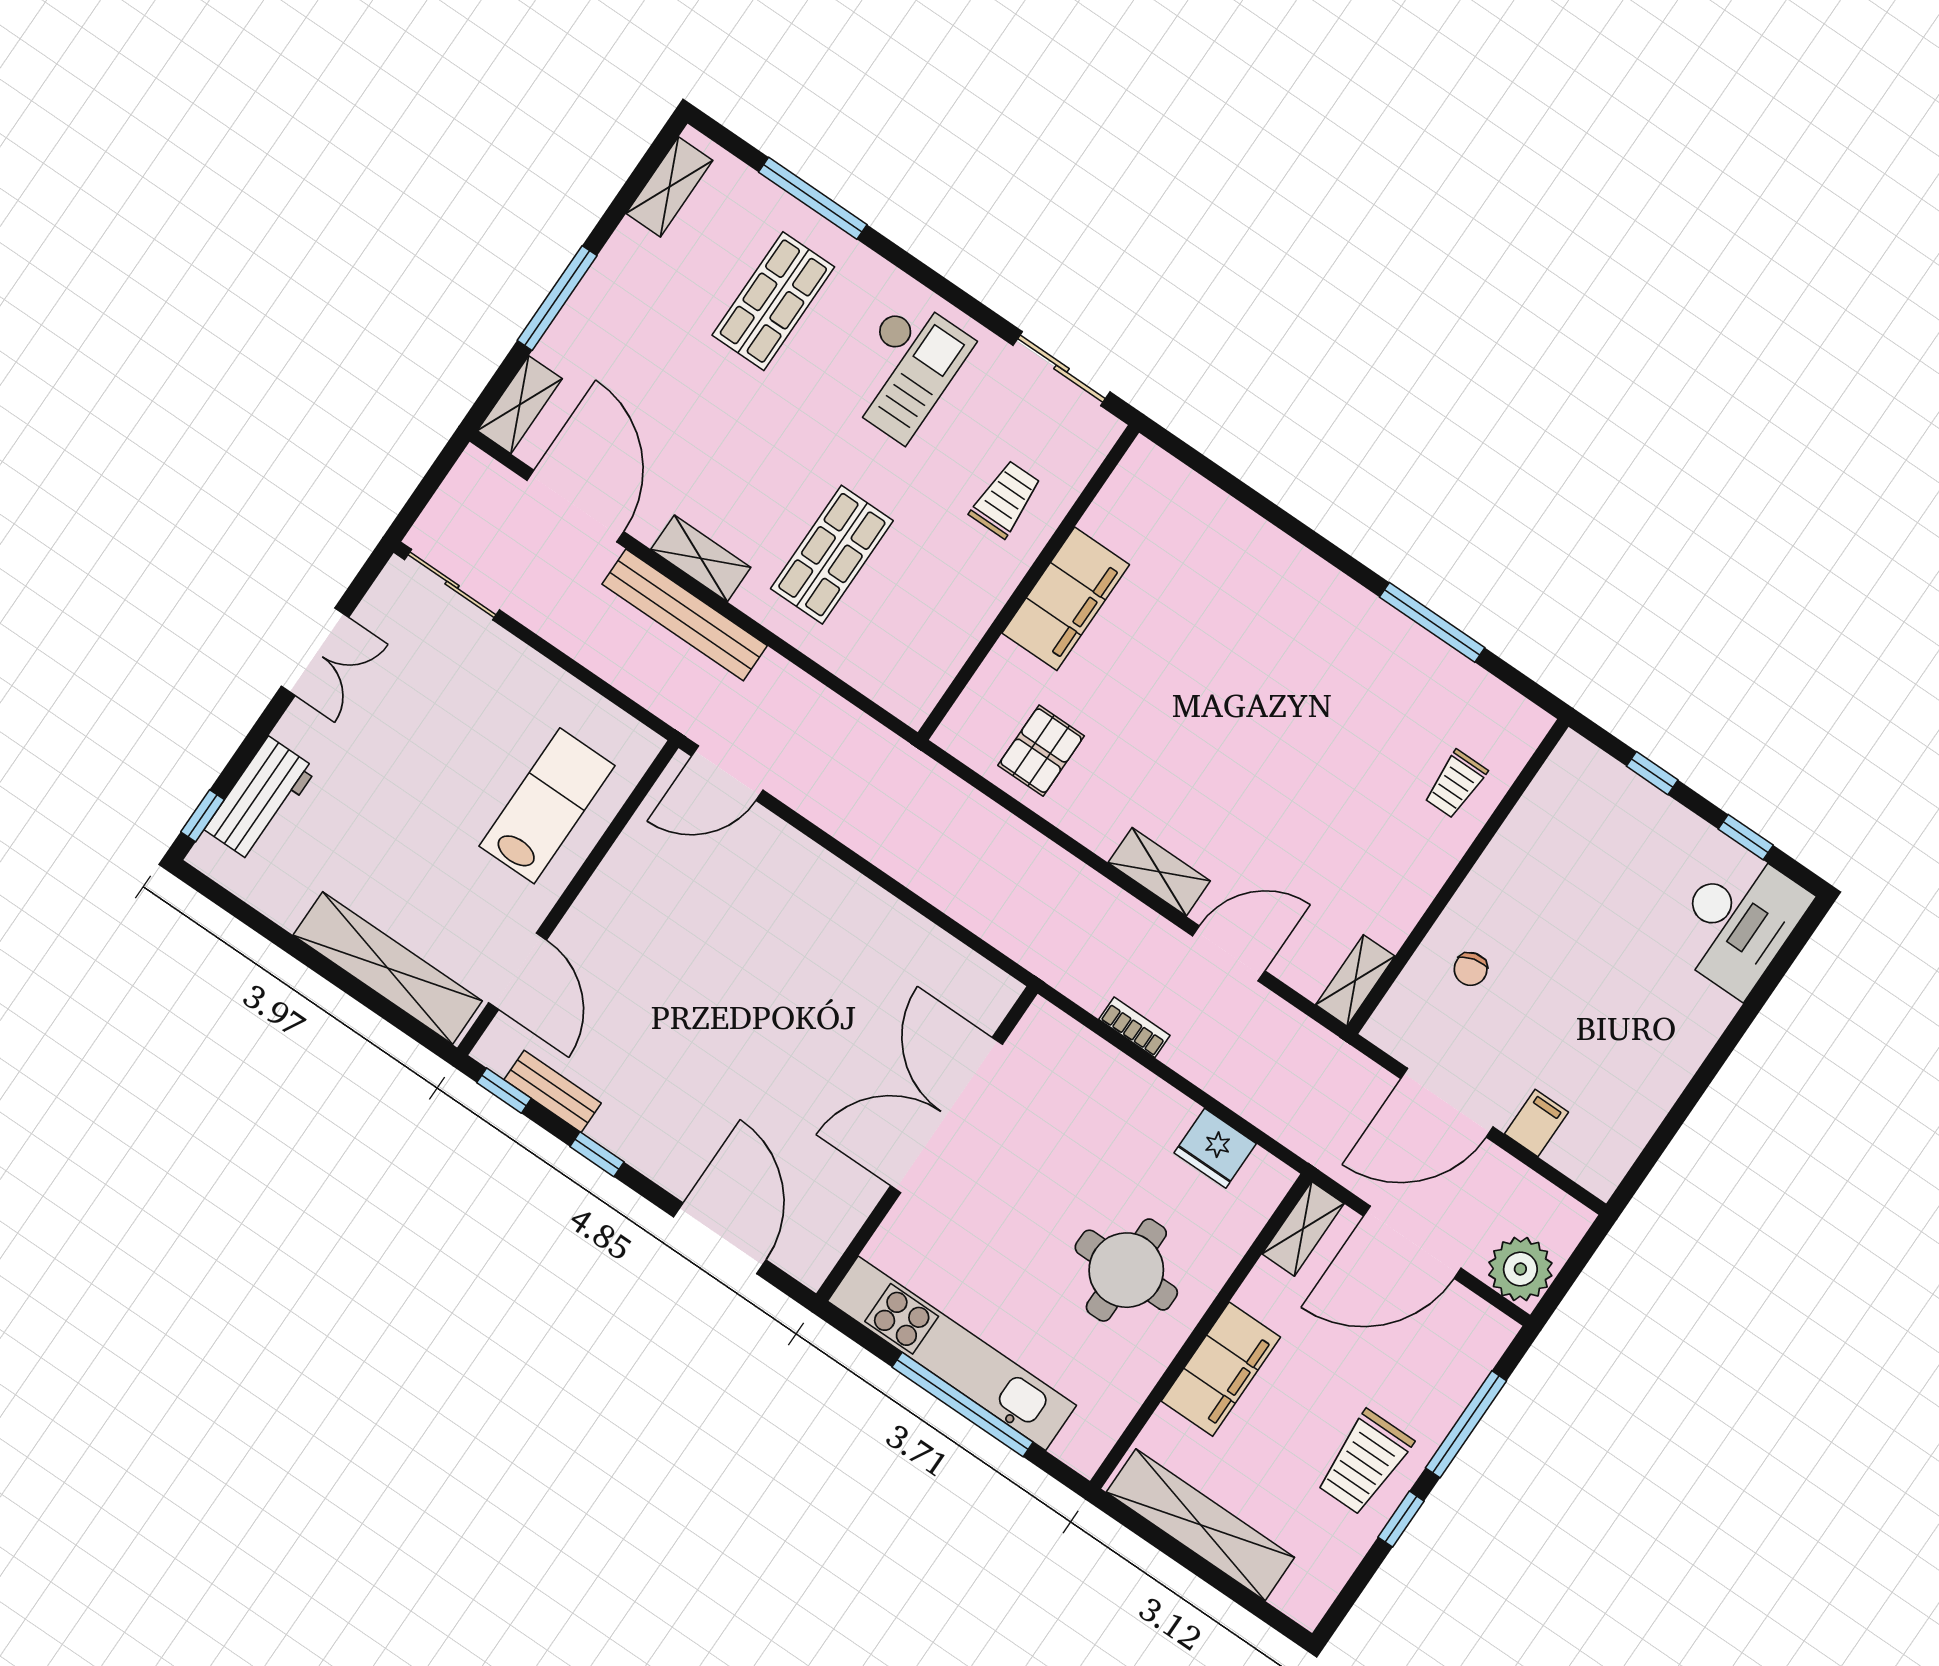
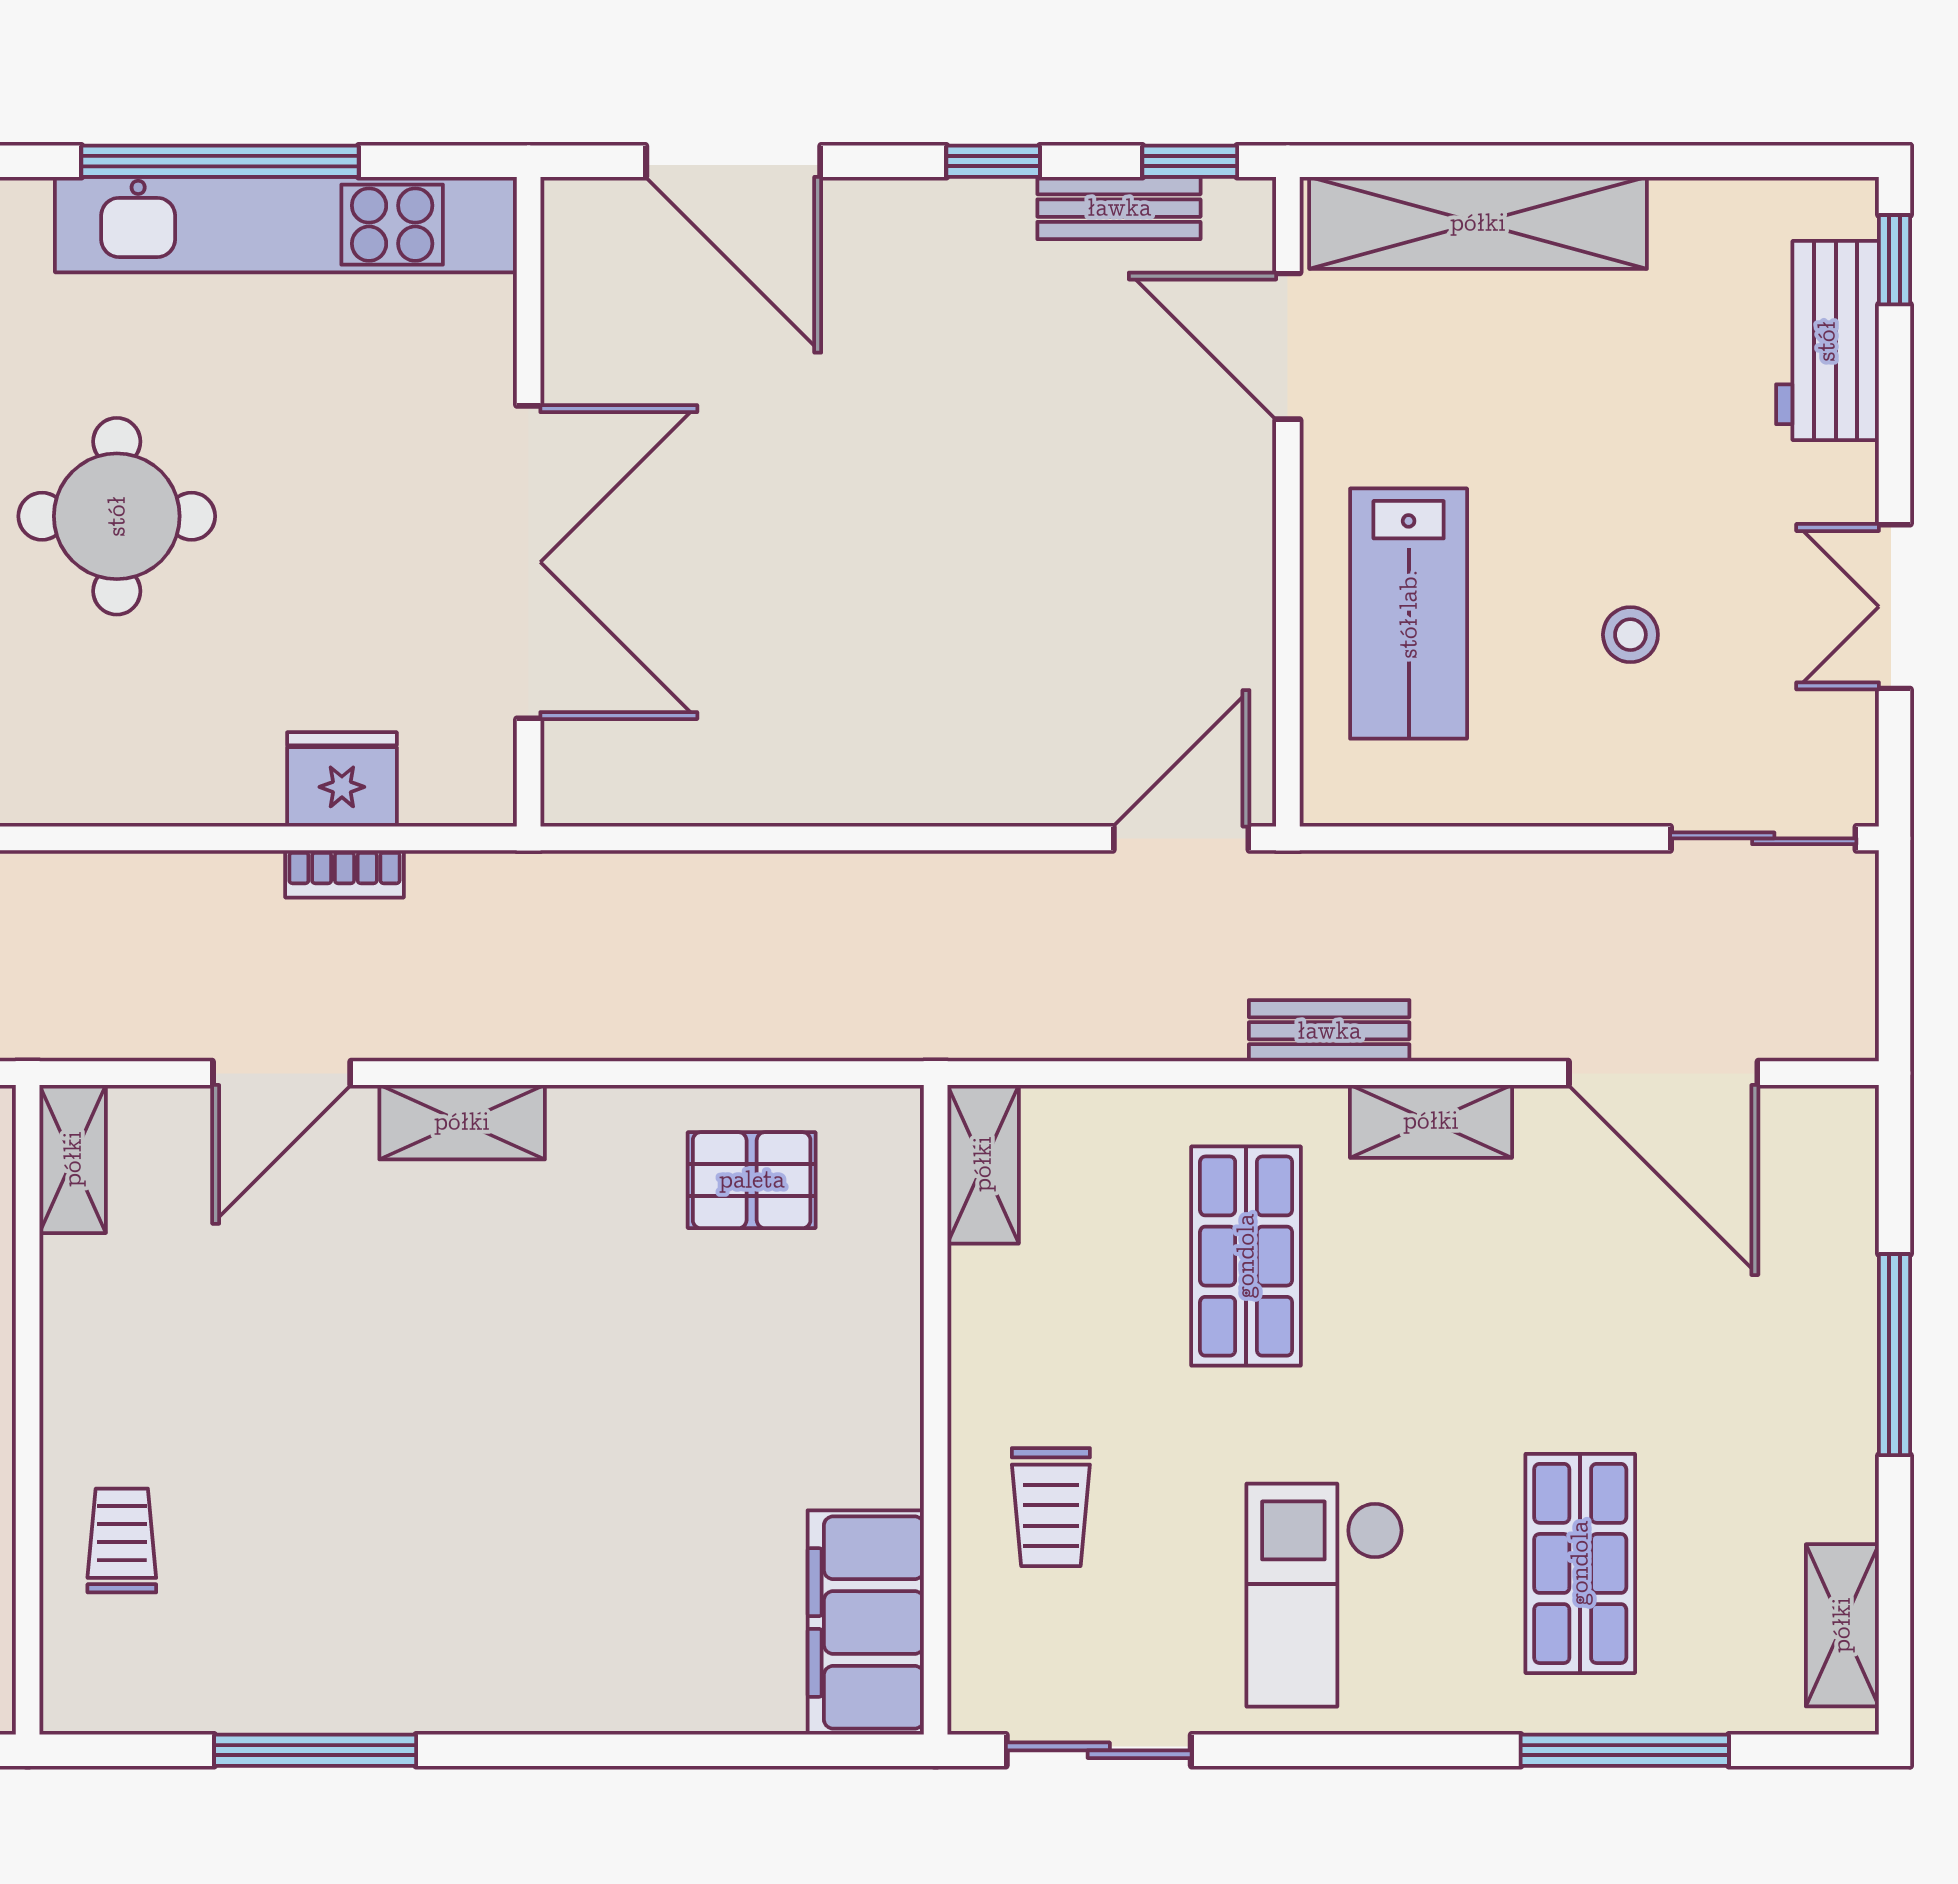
shelving: (520, 405) -> (983, 1164), moved
filing cabinet: (1066, 599) -> (866, 1622), moved
bench: (685, 615) -> (1329, 1031), width x0.54, depth x0.82
stool: (449, 724) -> (1630, 635), added
pallet: (1041, 751) -> (752, 1180), turned 90
fridge: (1215, 1148) -> (342, 779), moved

